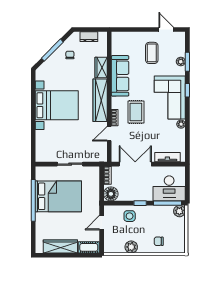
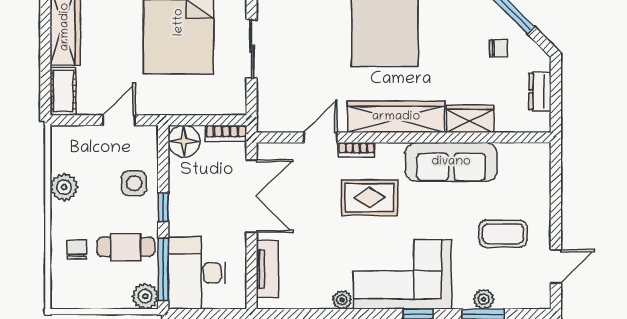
door: (109, 134) -> (320, 137), hinge flipped
cafe table: (158, 220) -> (126, 247), added
door: (102, 223) -> (119, 120), hinge flipped

